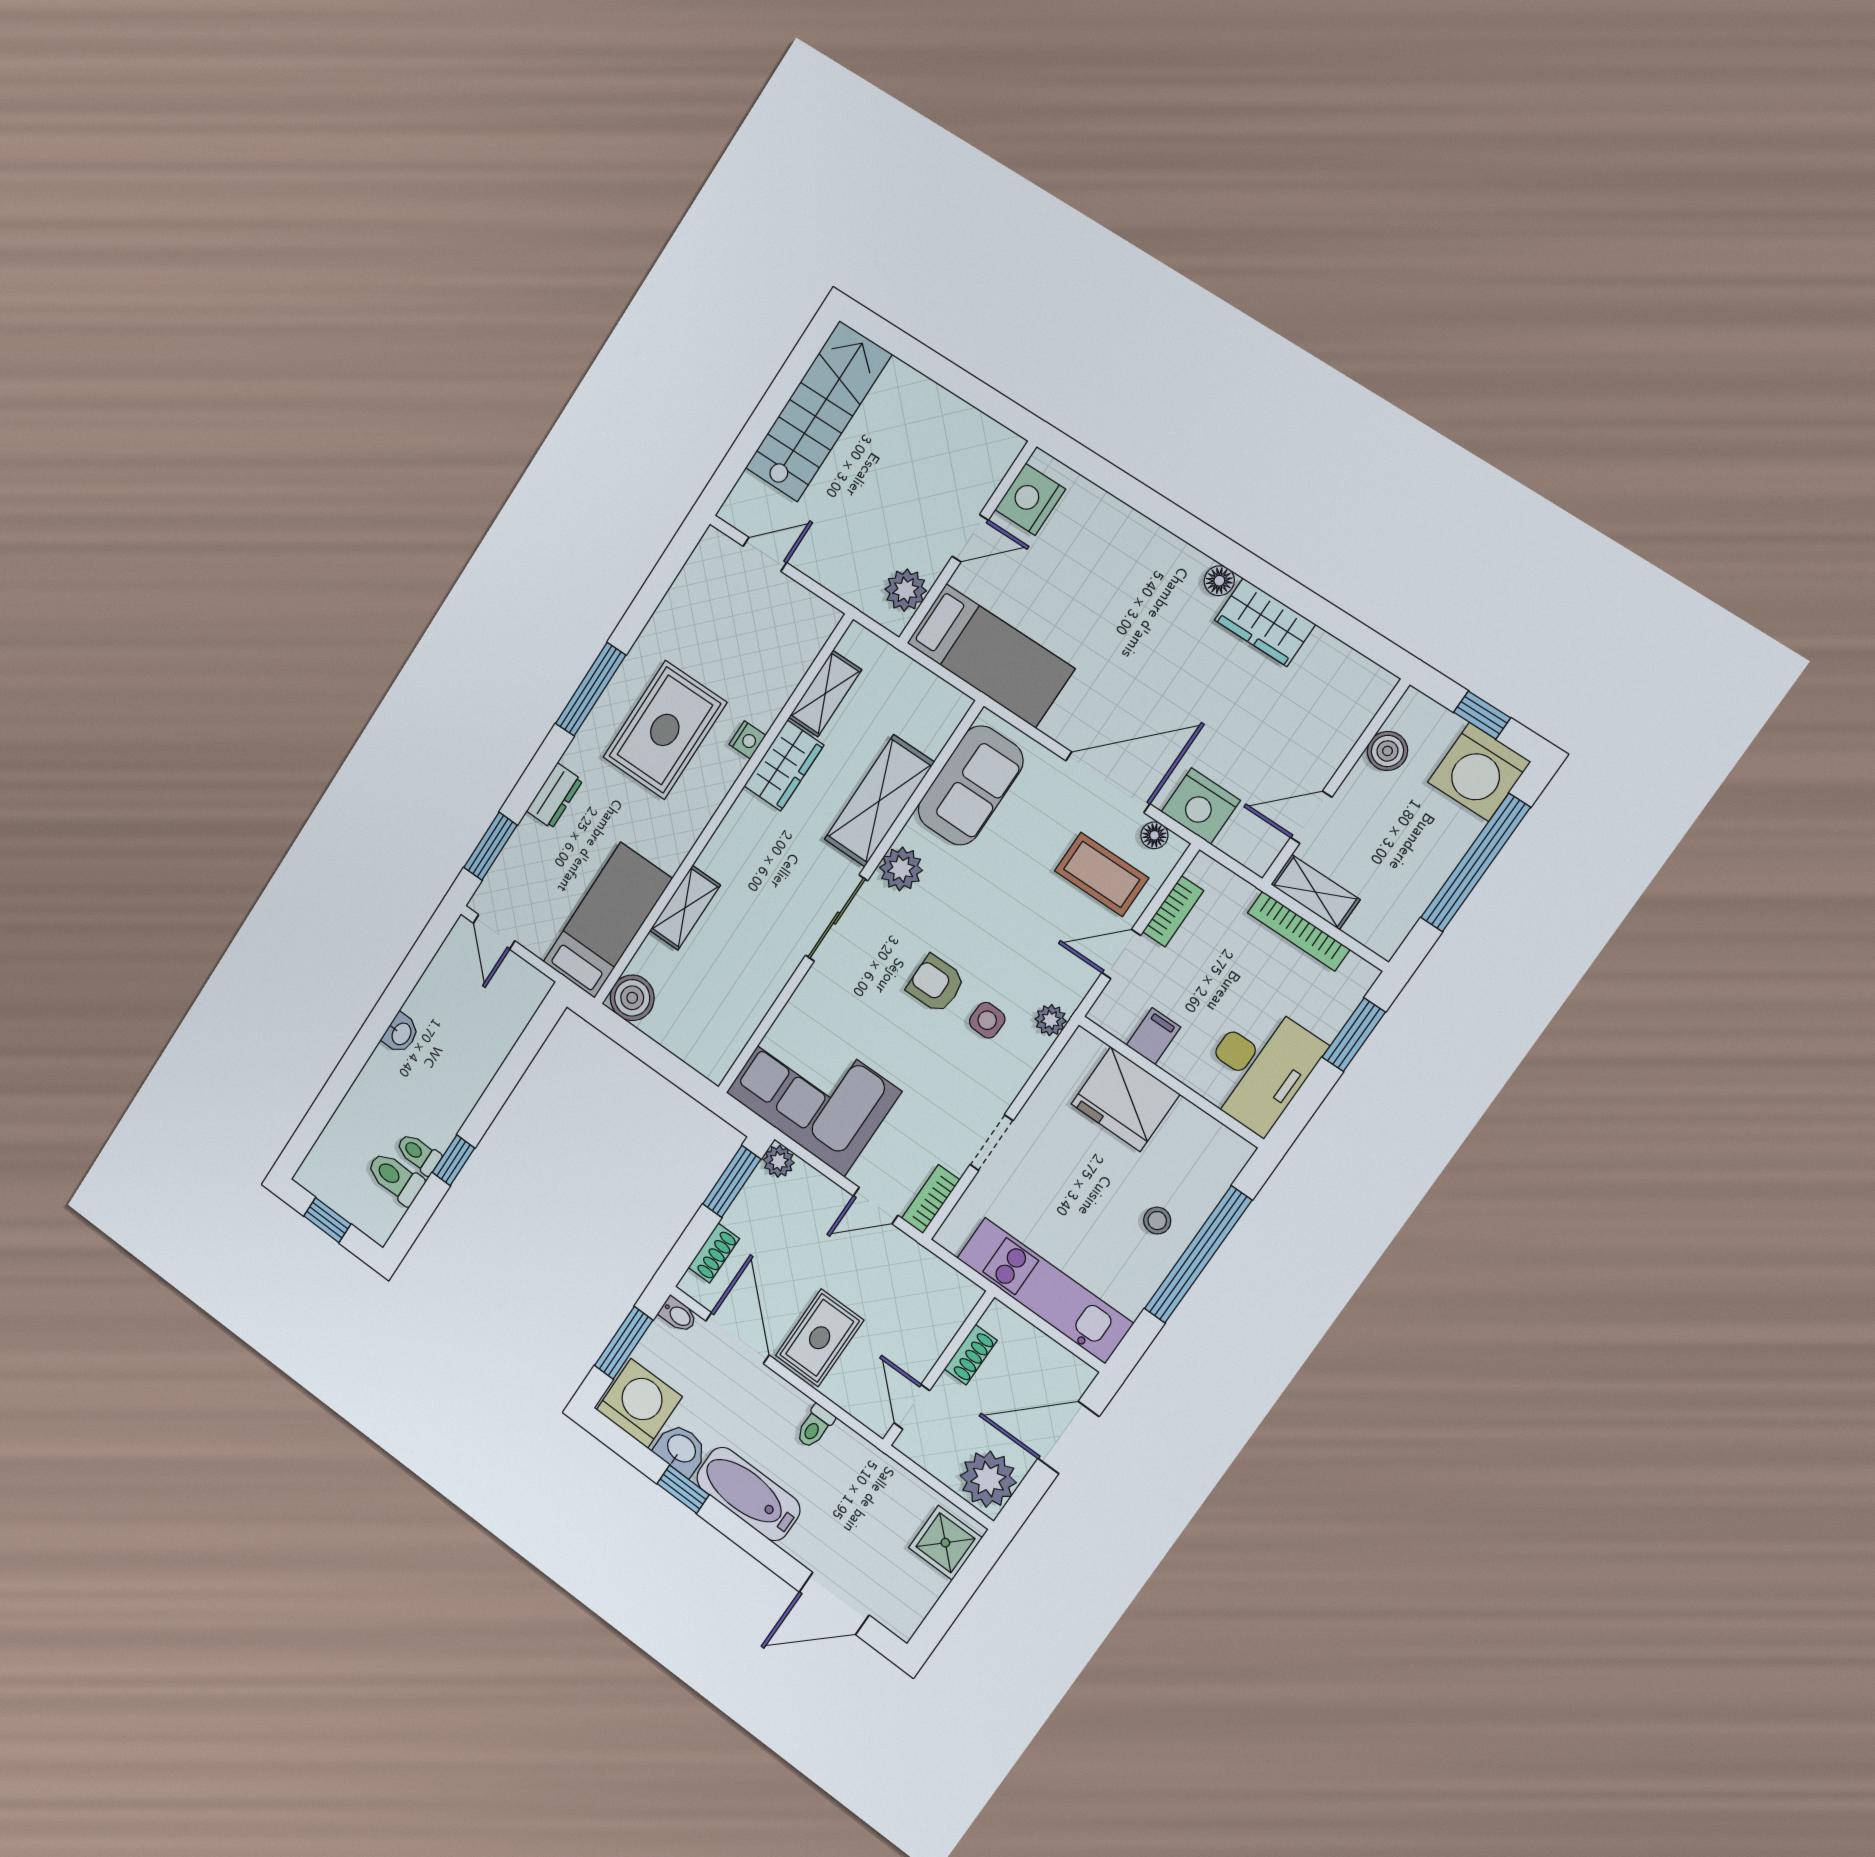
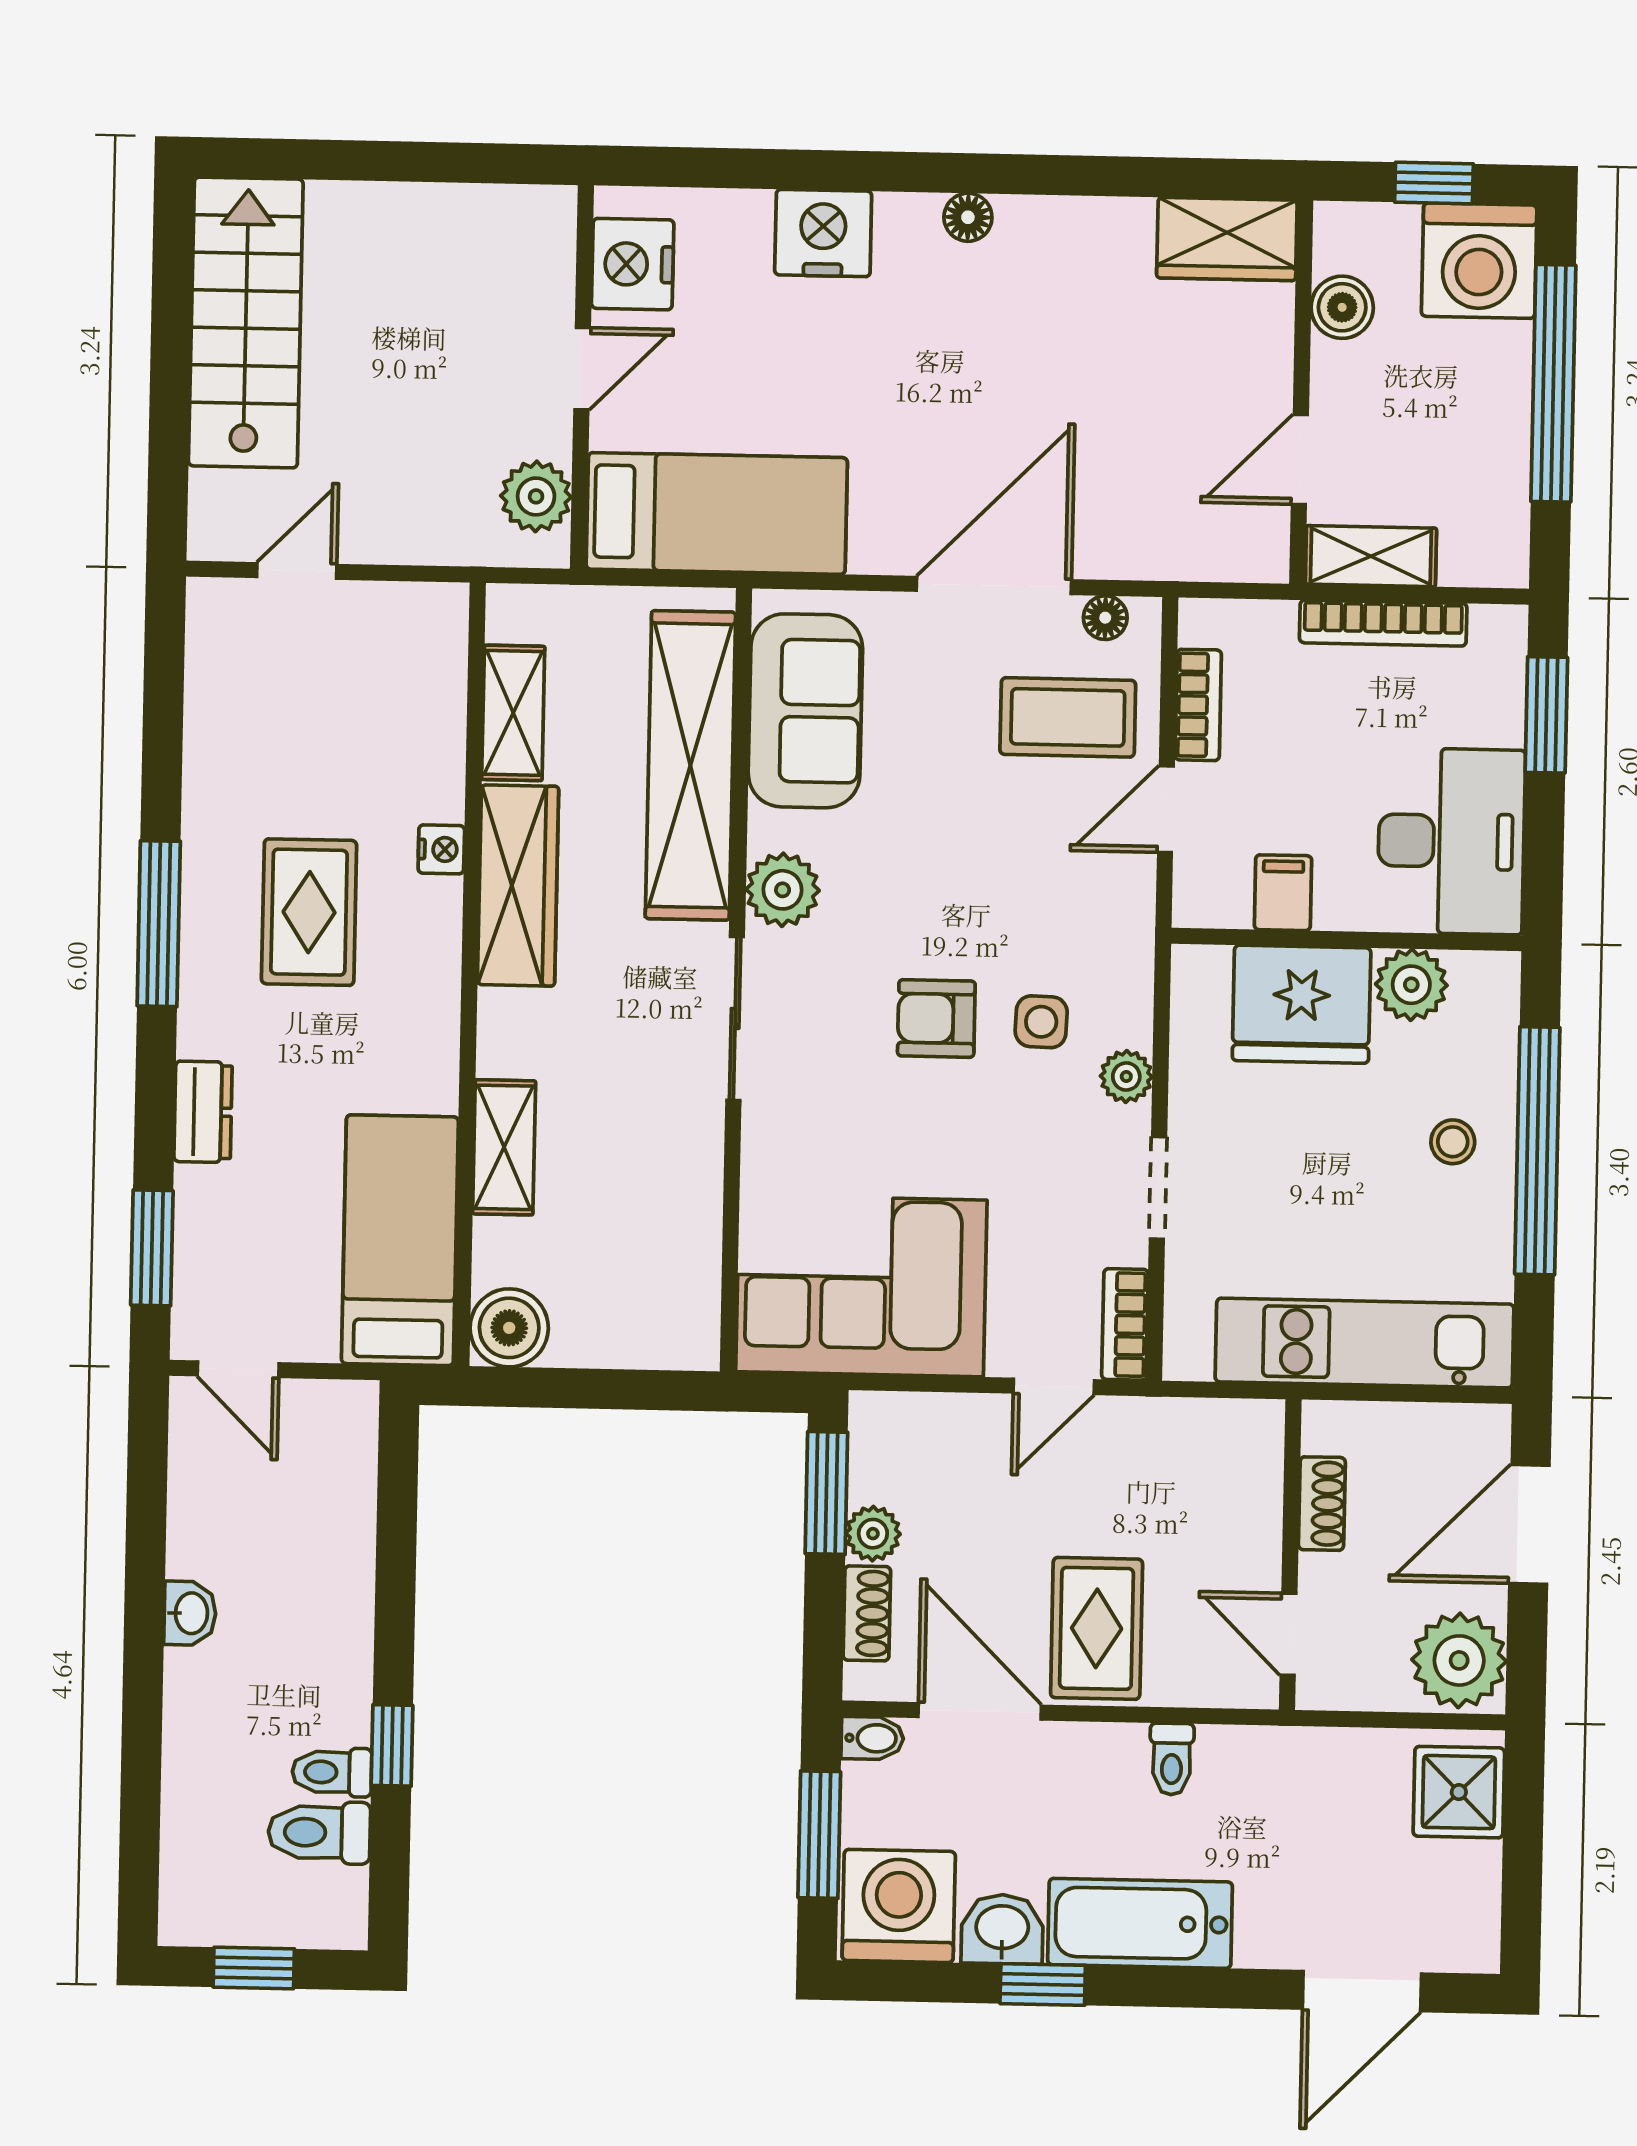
wardrobe: (1265, 622) -> (1227, 239), moved
rug: (665, 730) -> (309, 912), width x0.73, depth x0.70
wardrobe: (784, 766) -> (518, 885), width x1.50
shelving: (879, 801) -> (690, 765), width x1.47
nightstand: (1201, 806) -> (823, 233), moved, turned 180
plant: (1051, 1020) -> (1126, 1076), moved
plant: (1189, 1127) -> (1411, 985), added
plant: (779, 1161) -> (873, 1534), moved

